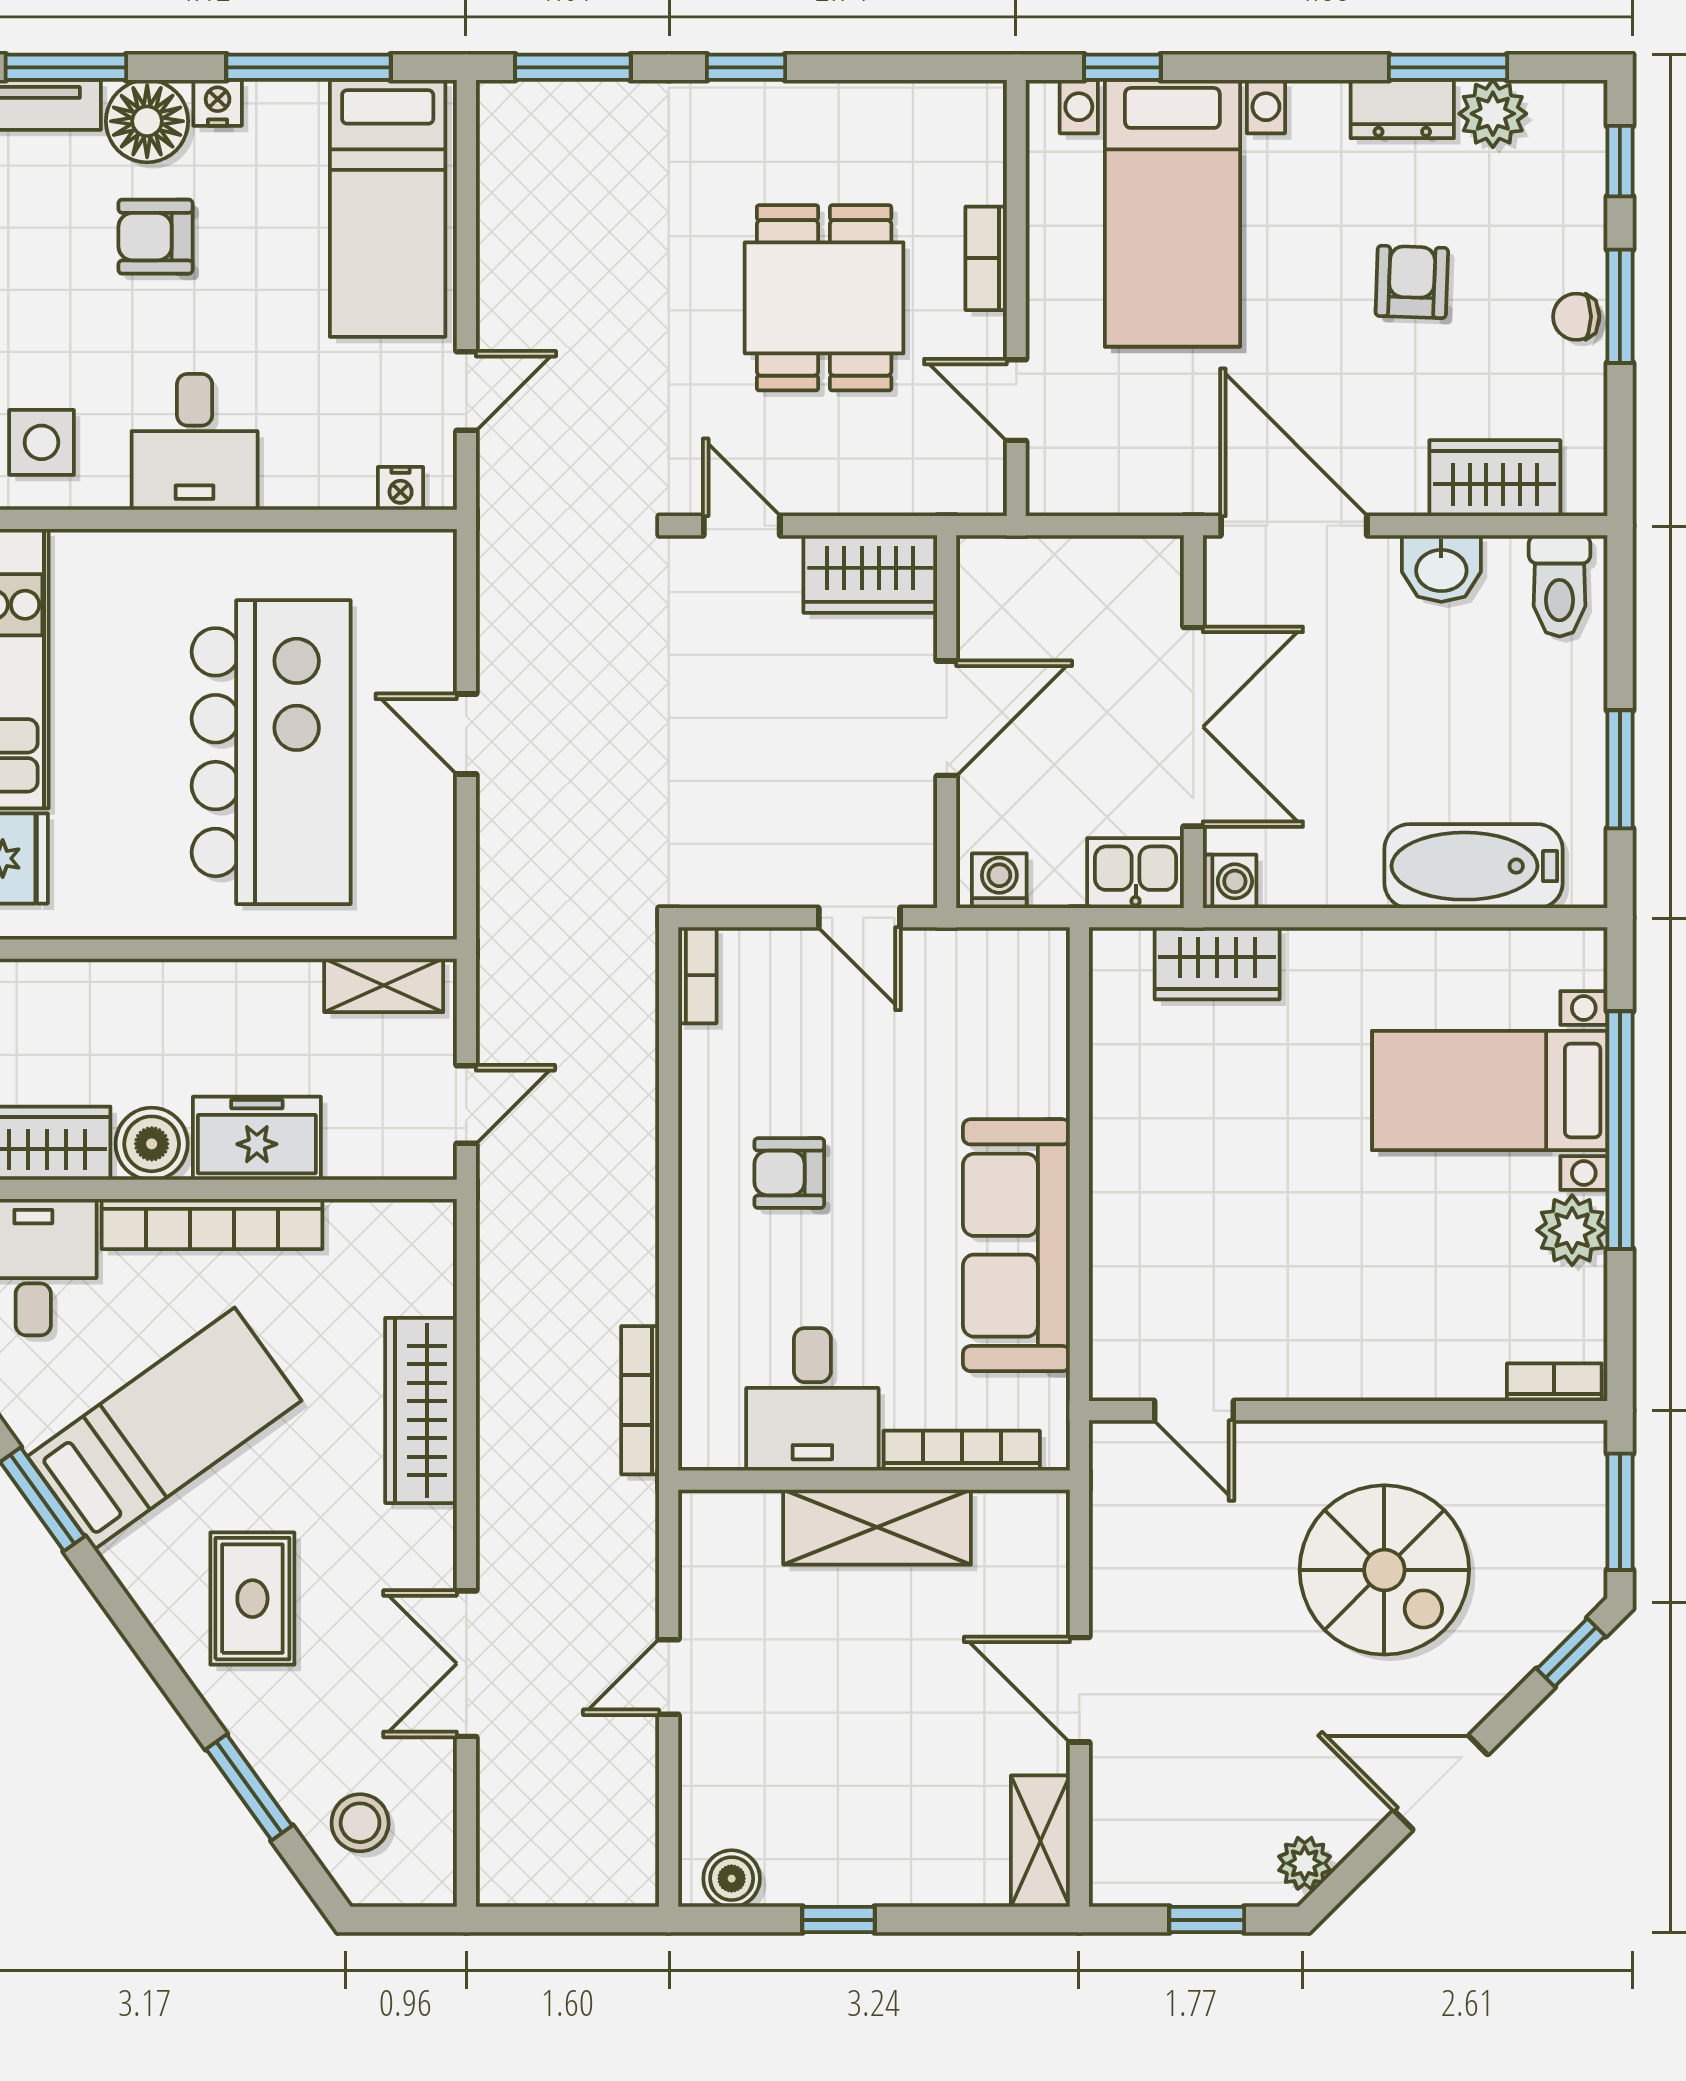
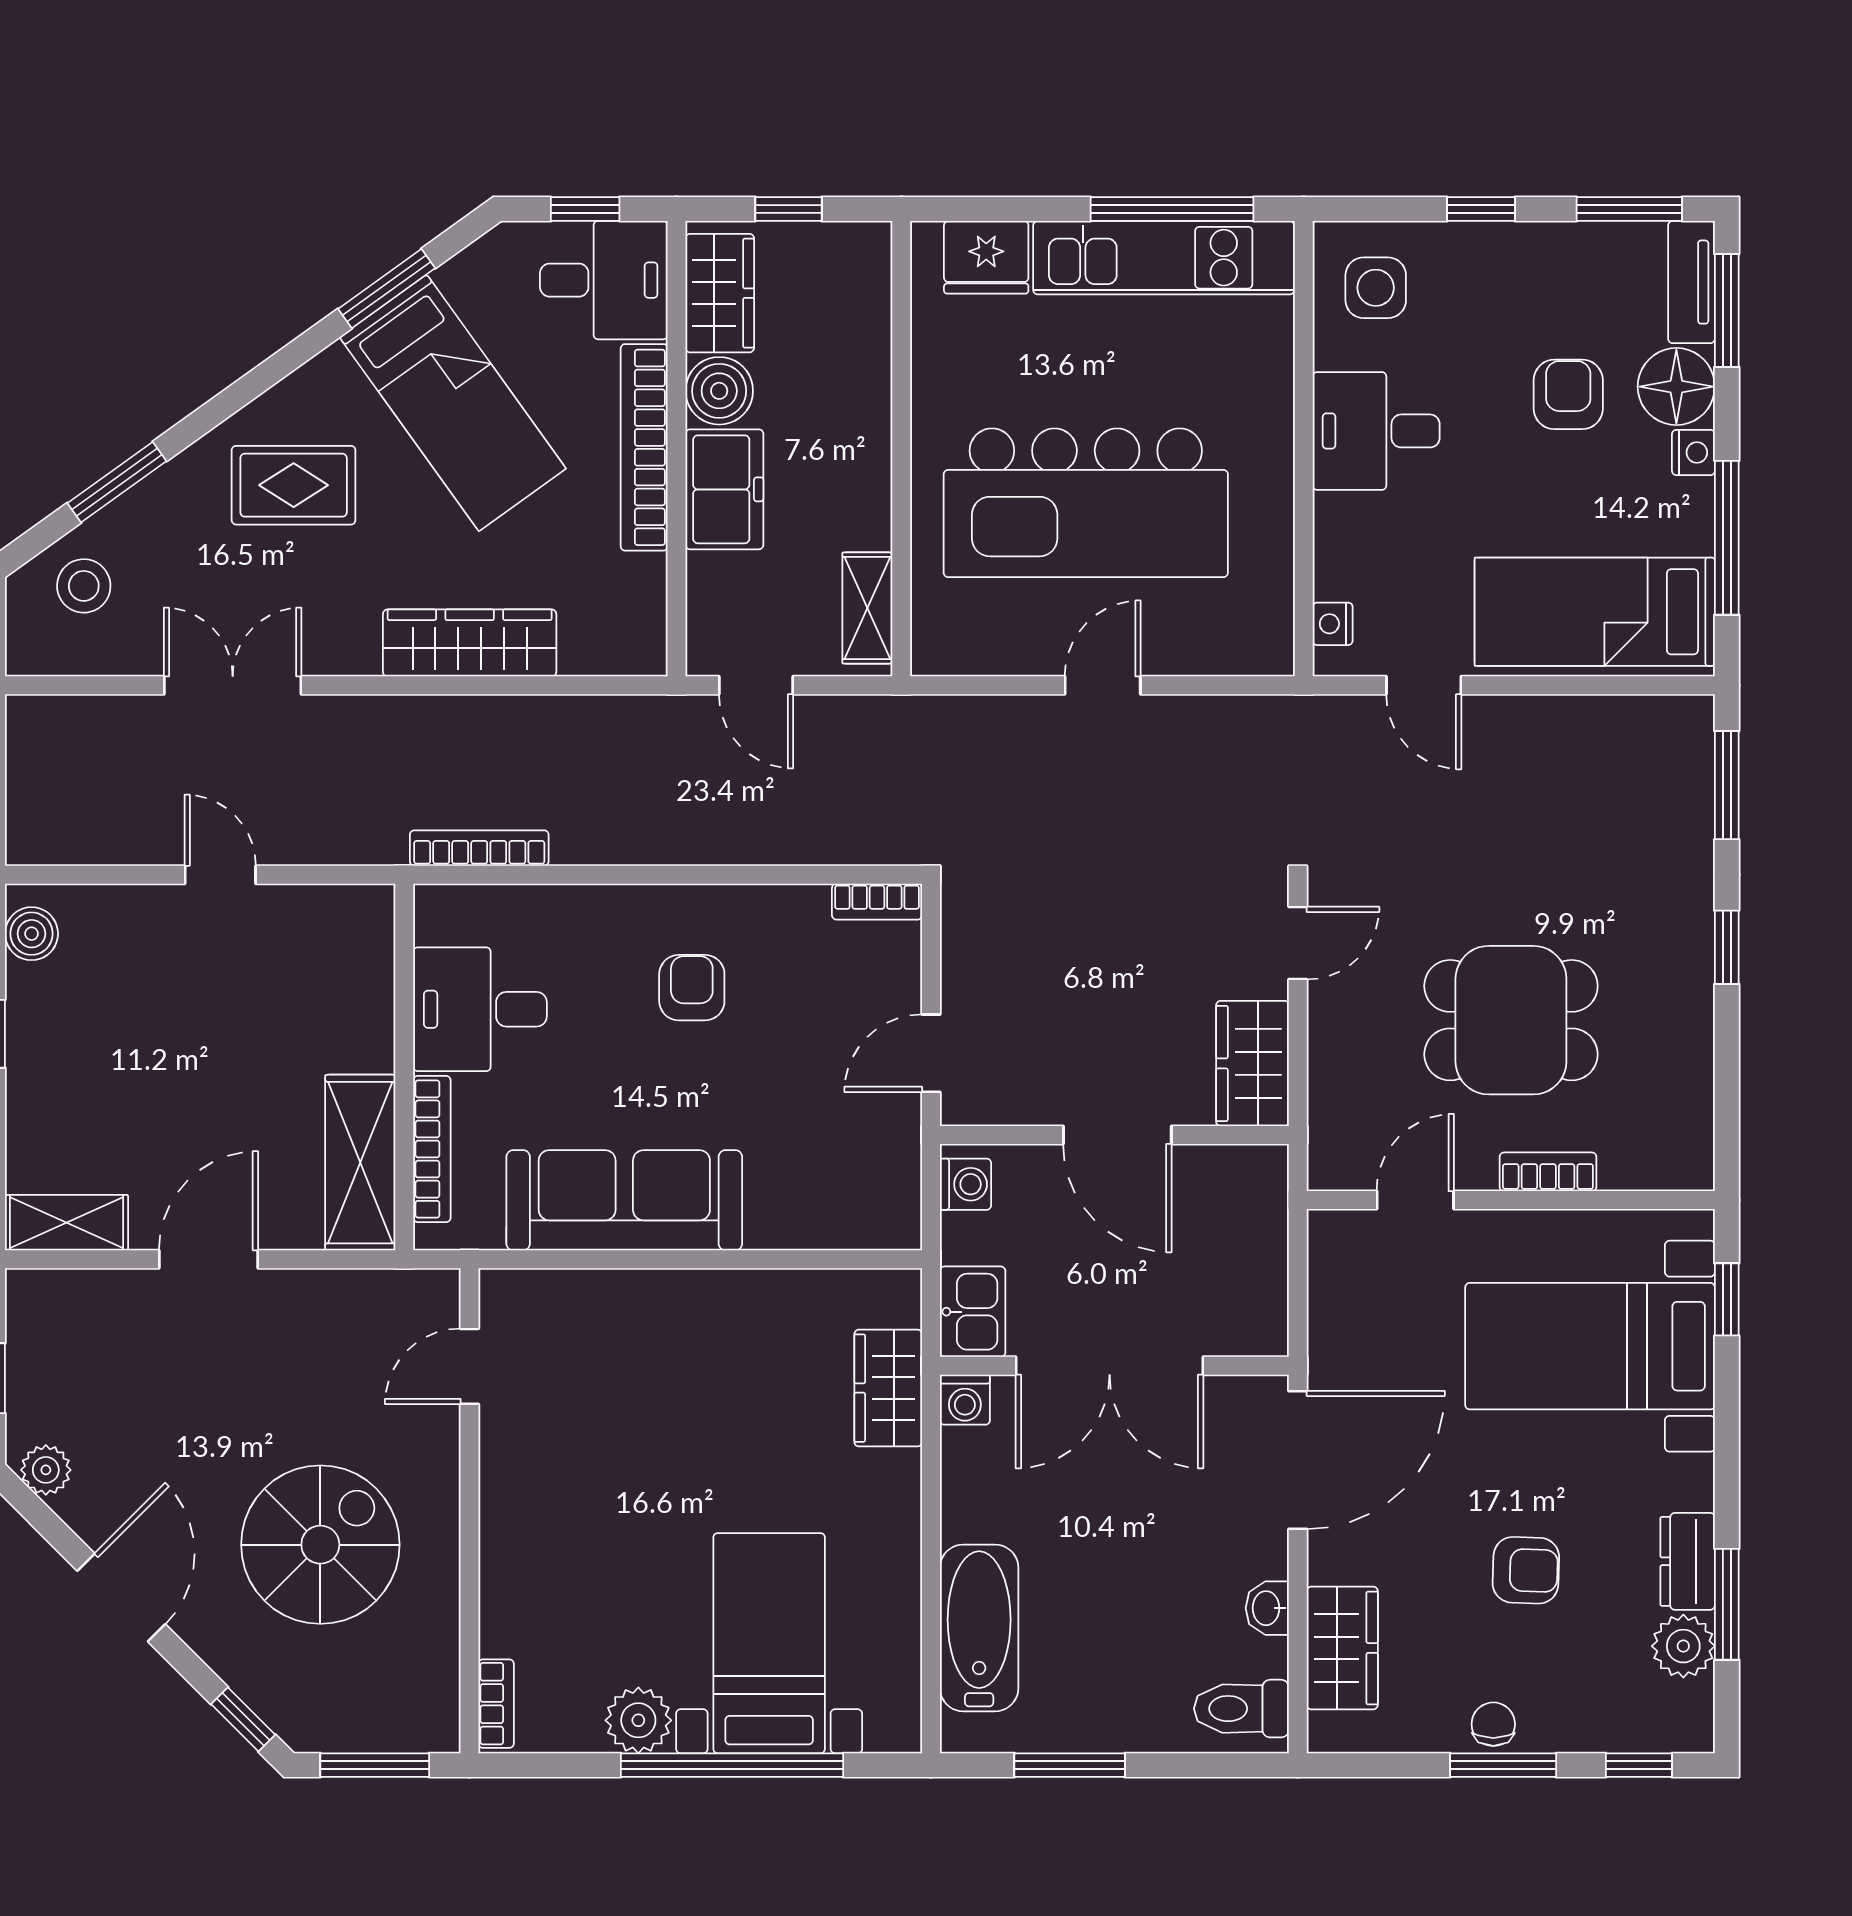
washbasin: (1441, 569) -> (1267, 1608), width x0.72, depth x0.69
shelving: (877, 1527) -> (360, 1163), moved
spiral stairs: (1384, 1570) -> (320, 1545), turned 180

